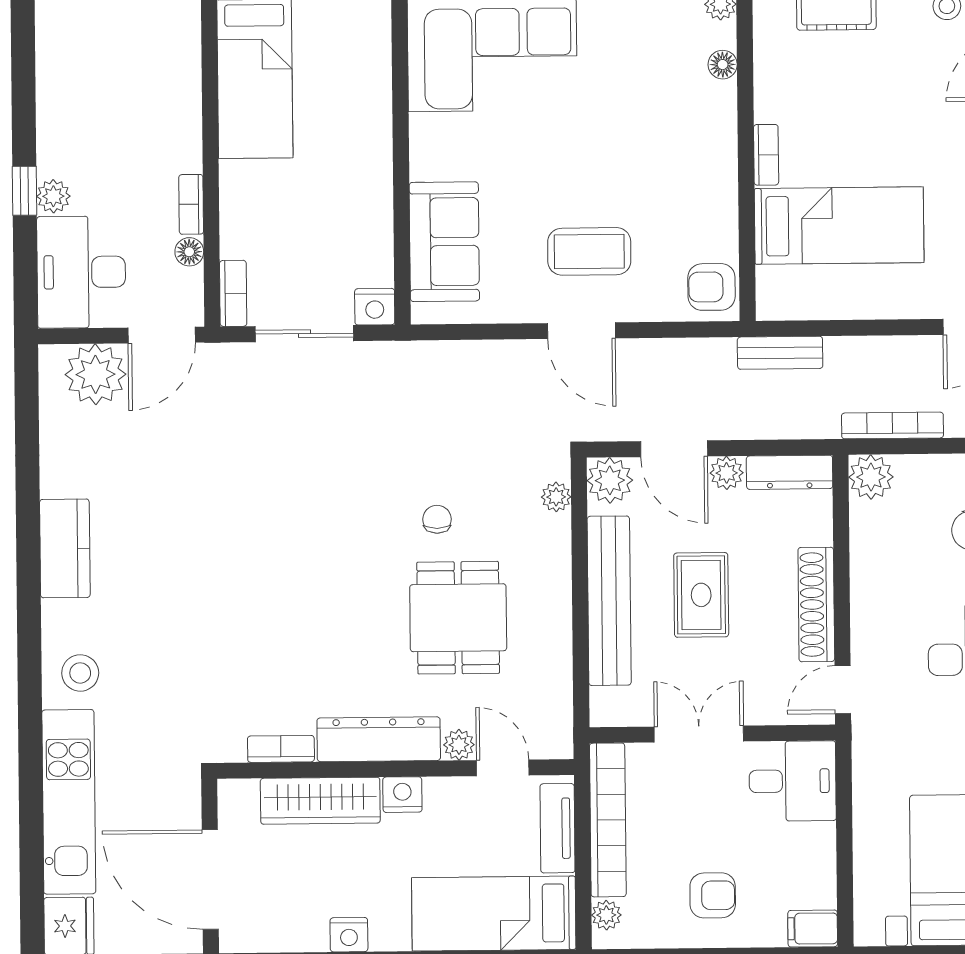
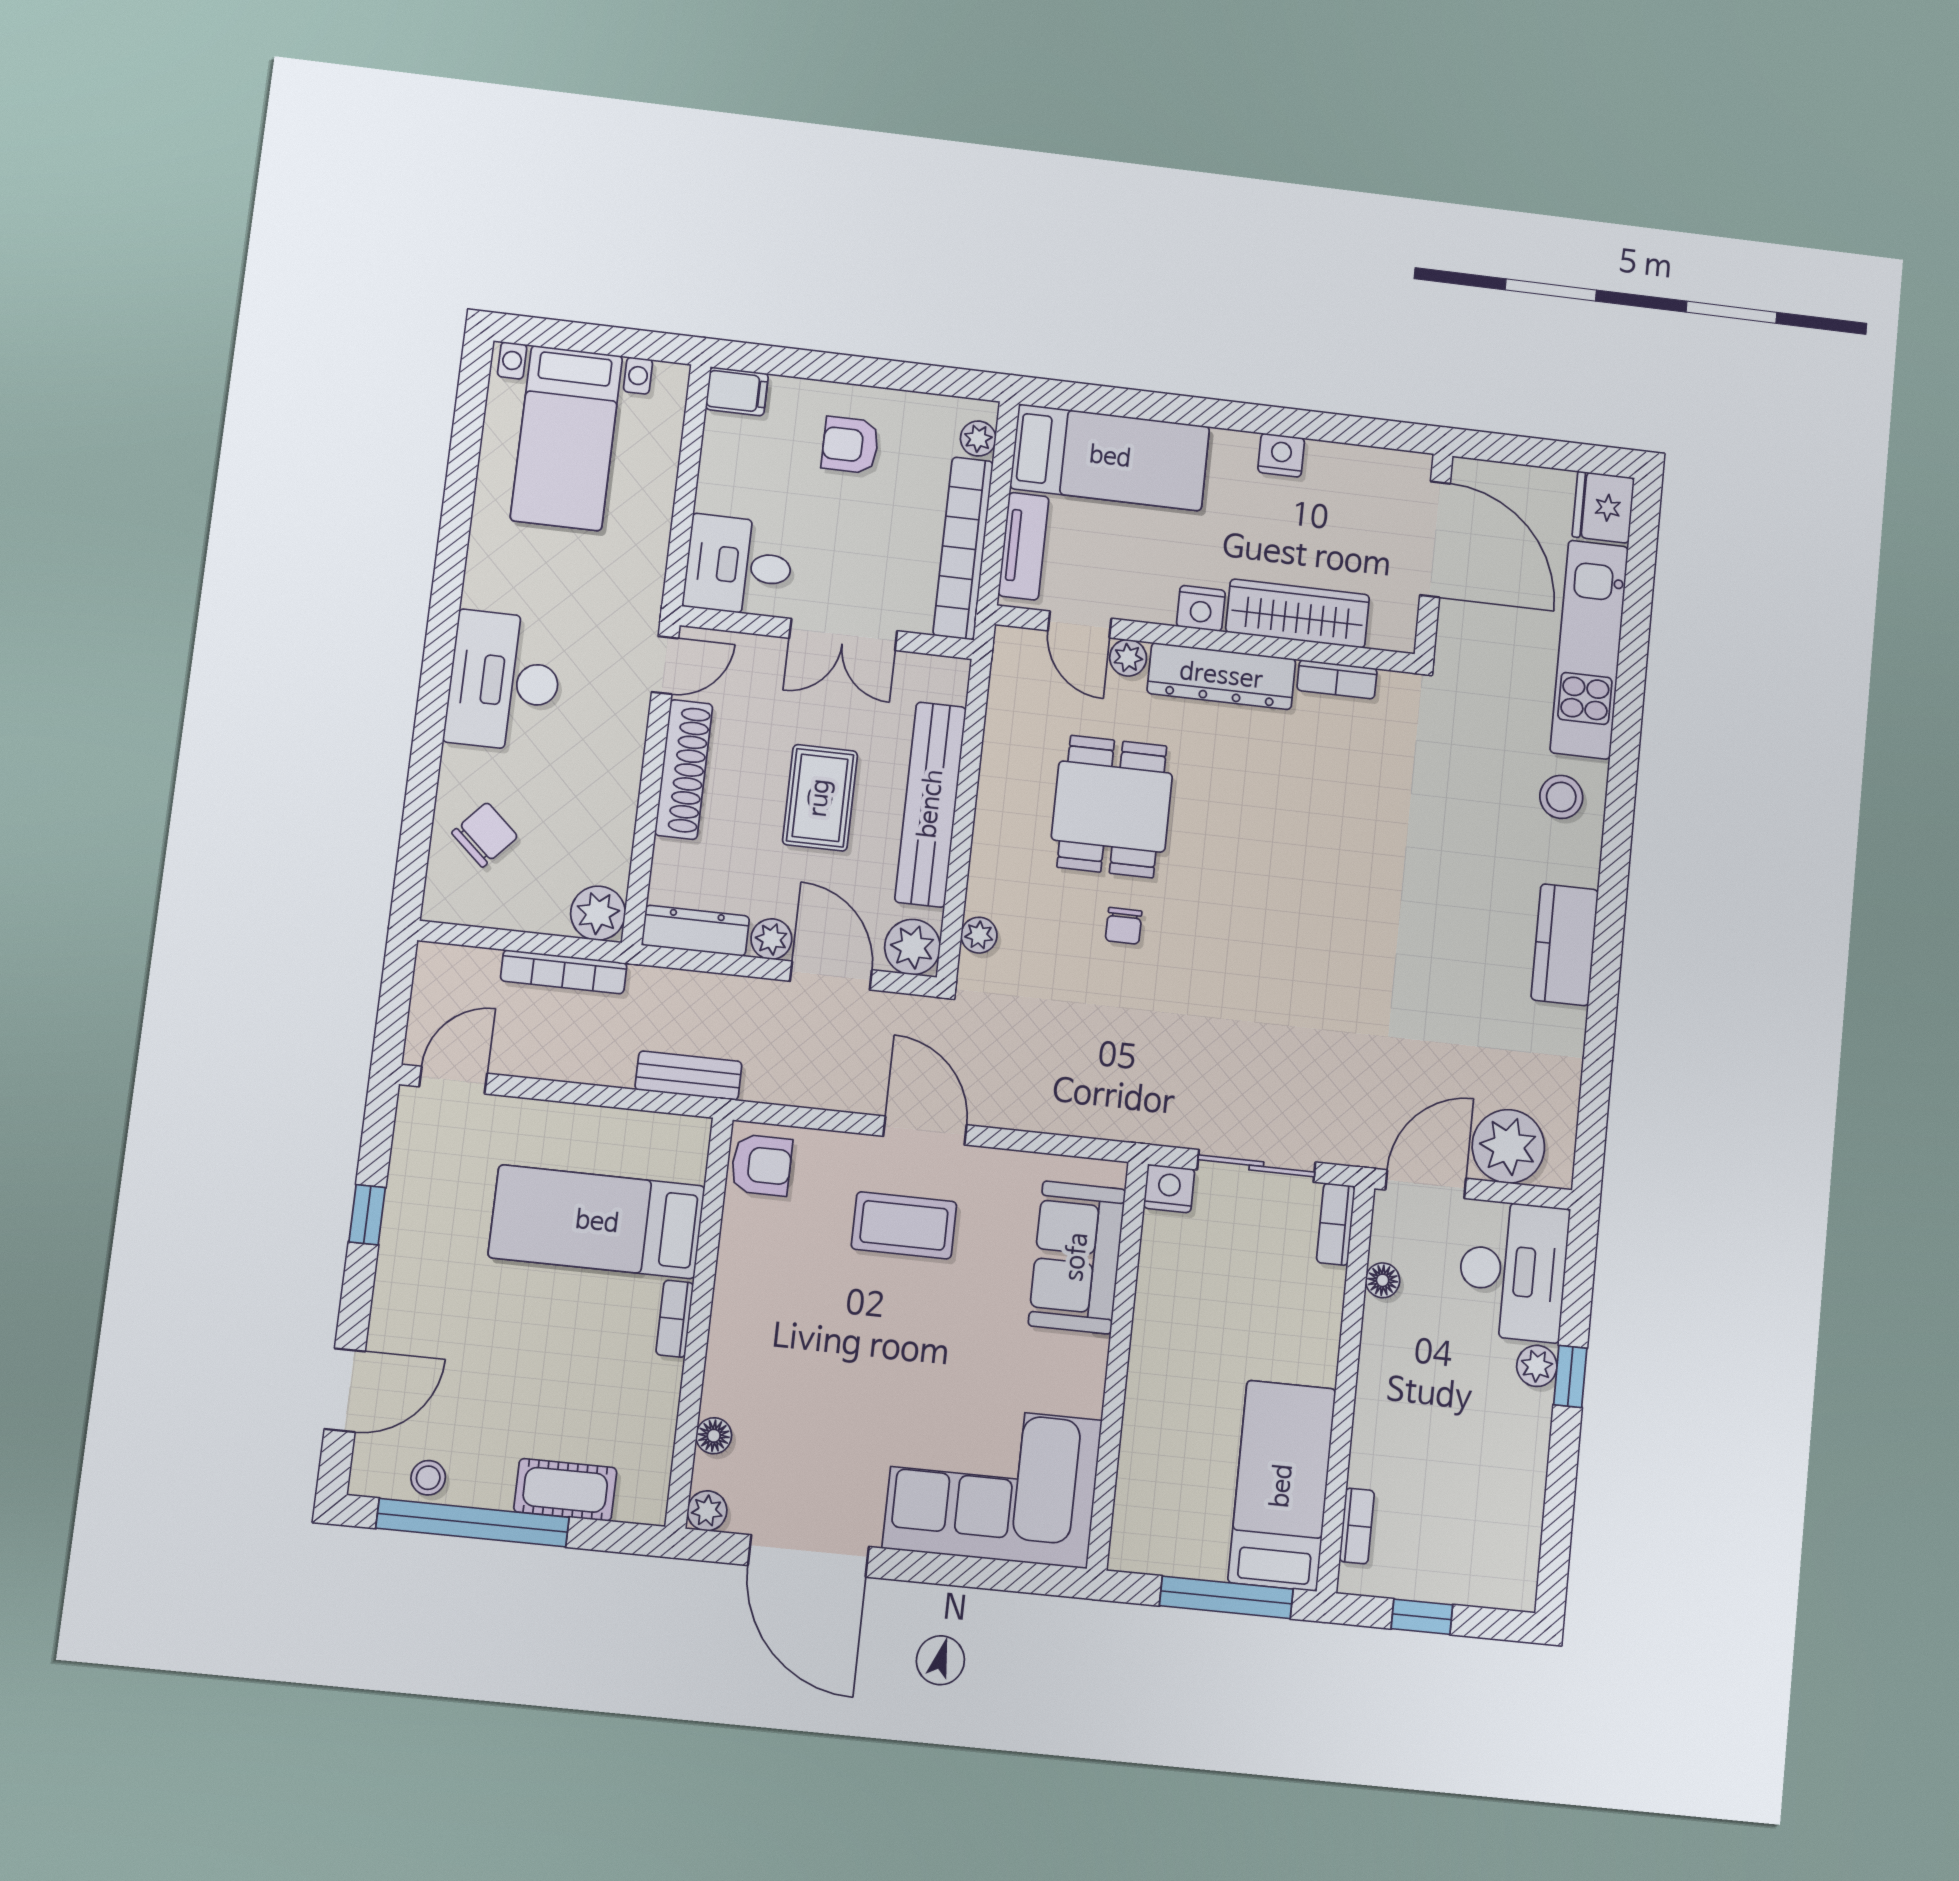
bookcase: (191, 204) -> (1357, 1526), moved

